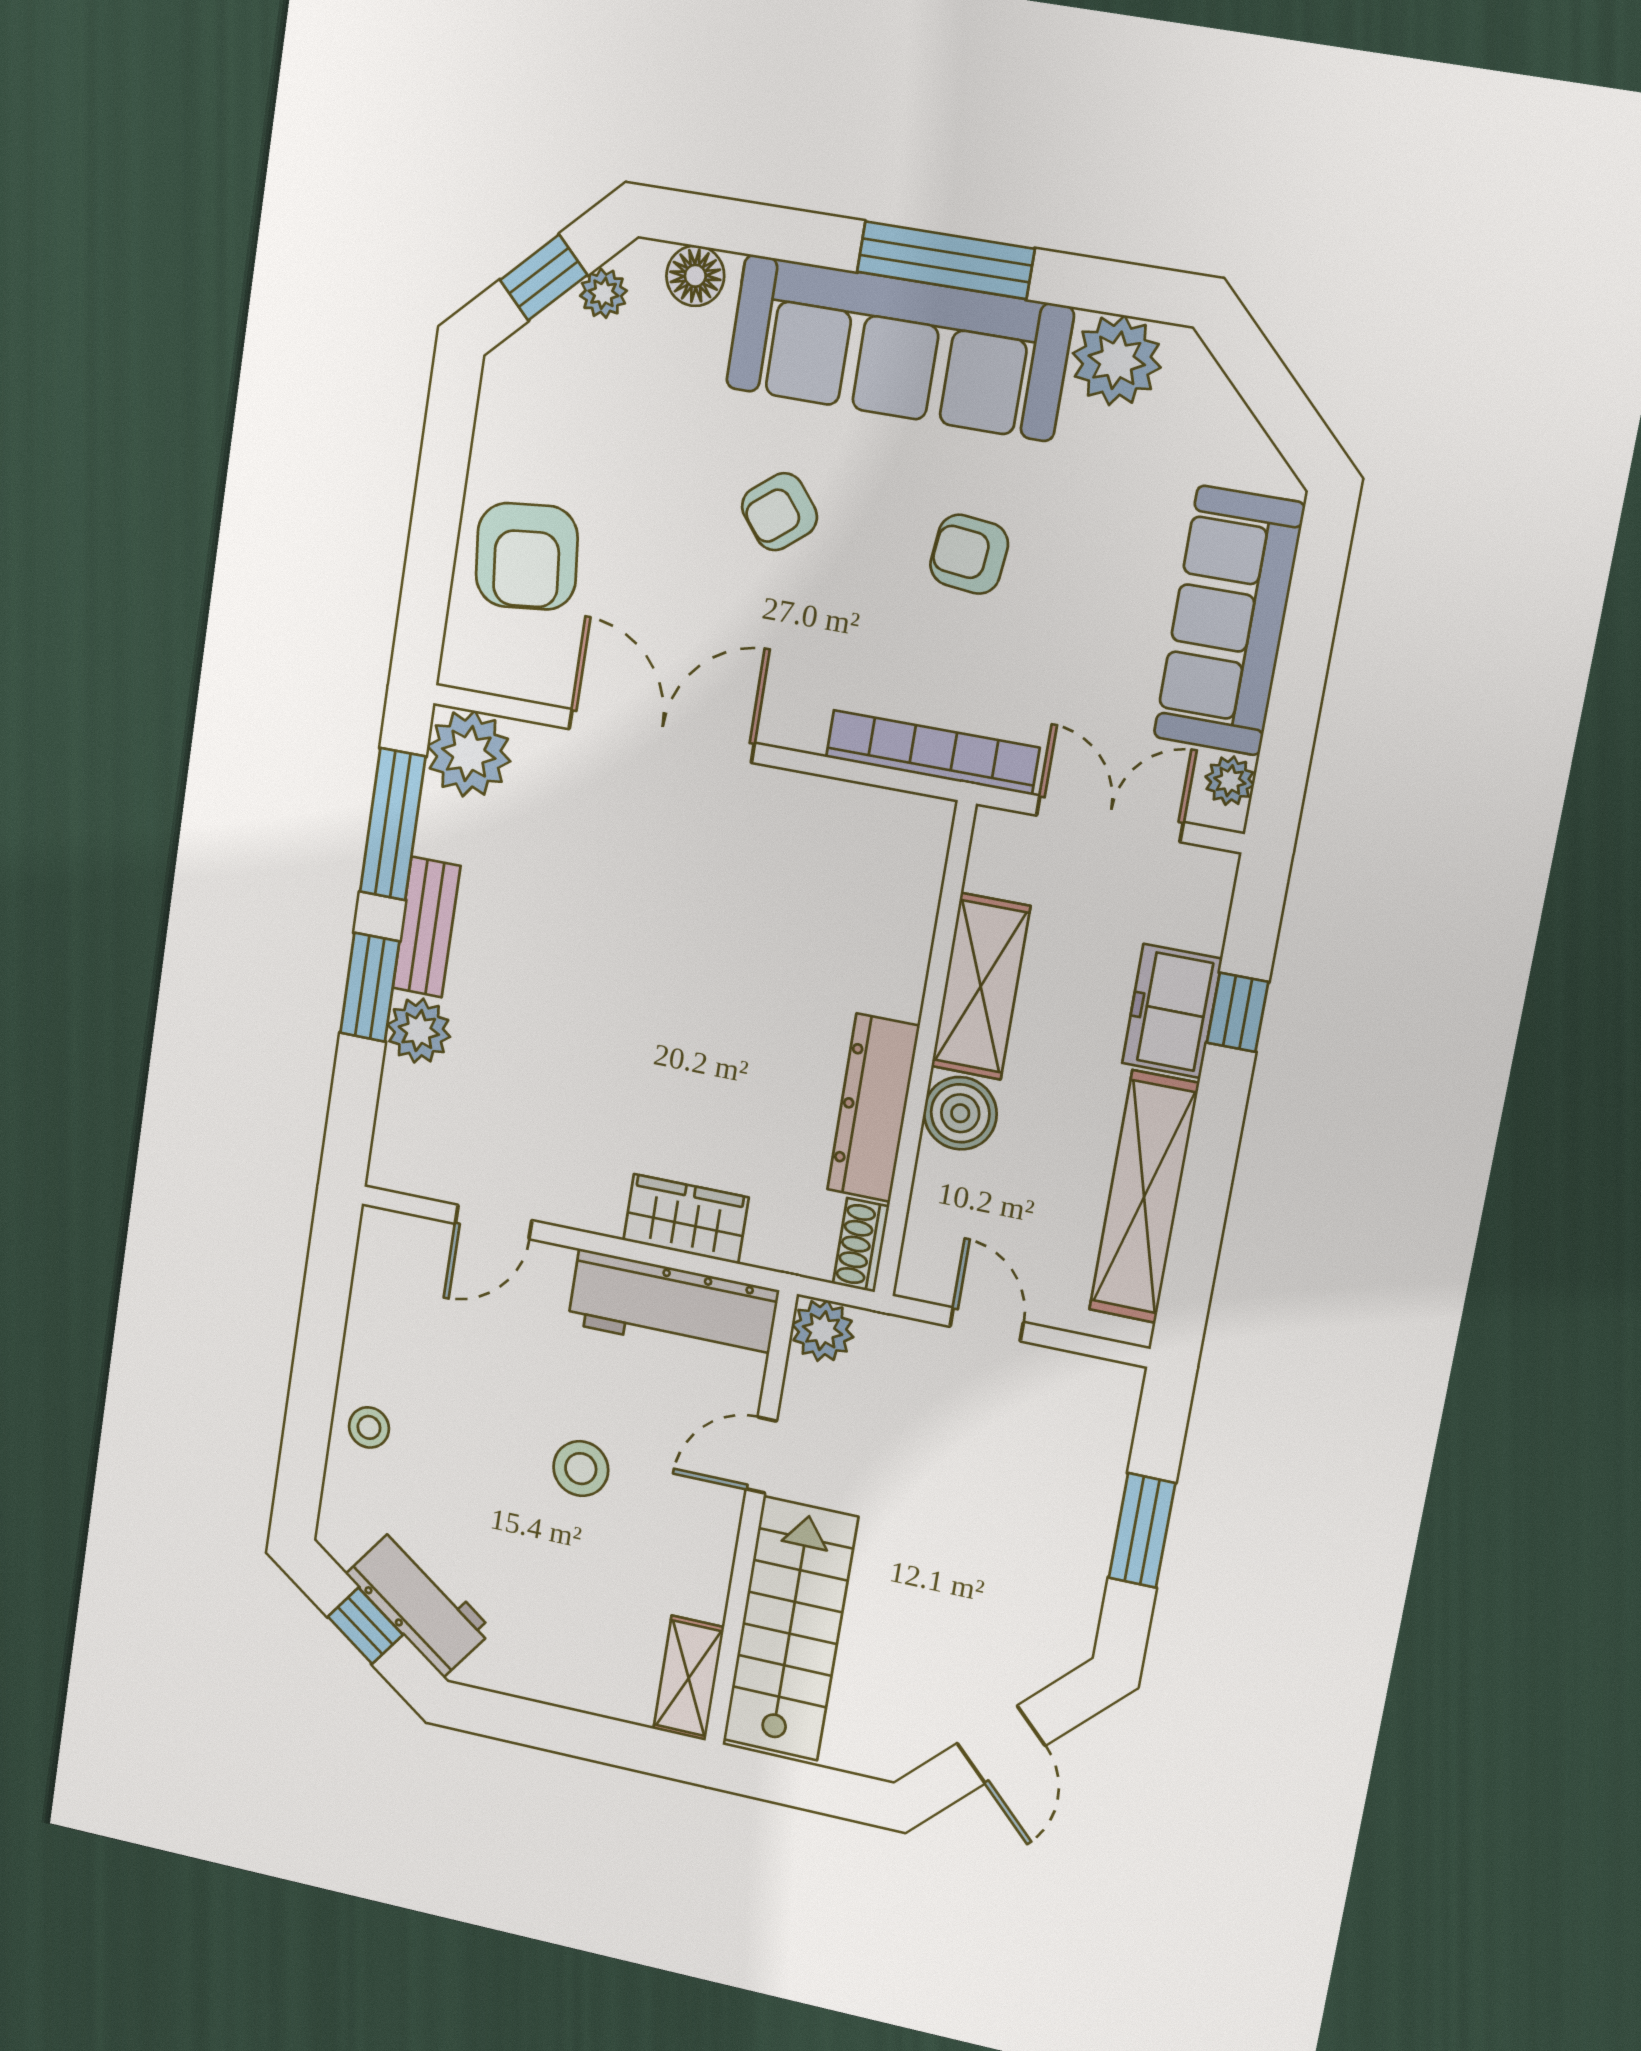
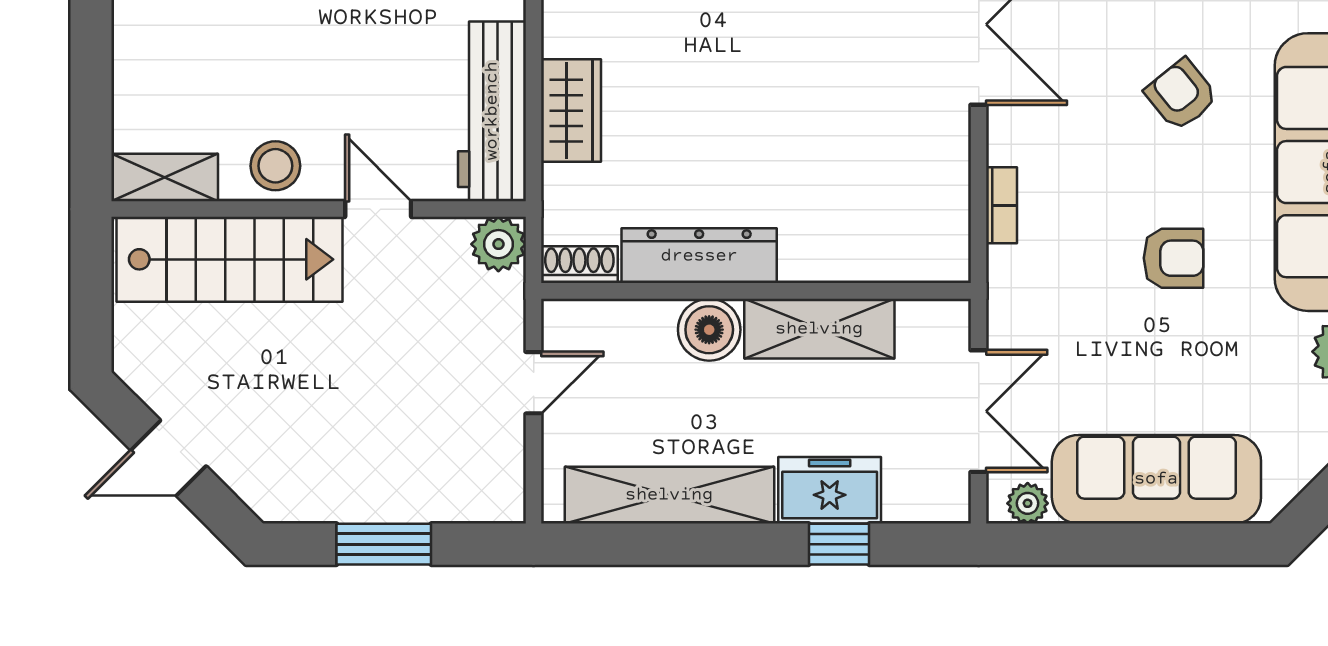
armchair: (969, 554) -> (1174, 258), turned 84
bookcase: (932, 752) -> (1001, 205), width x0.43, depth x0.76
stool: (581, 1469) -> (275, 166), moved

